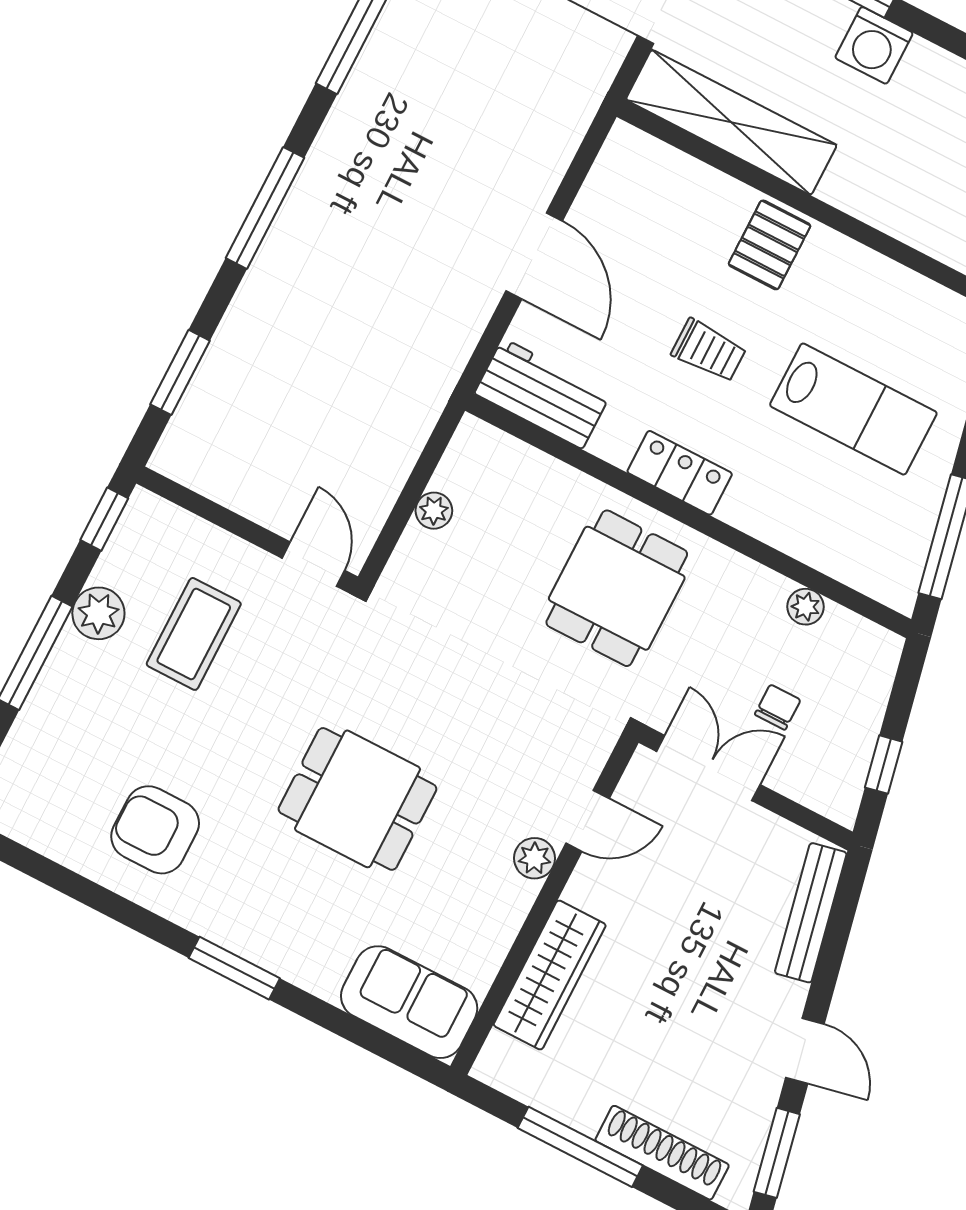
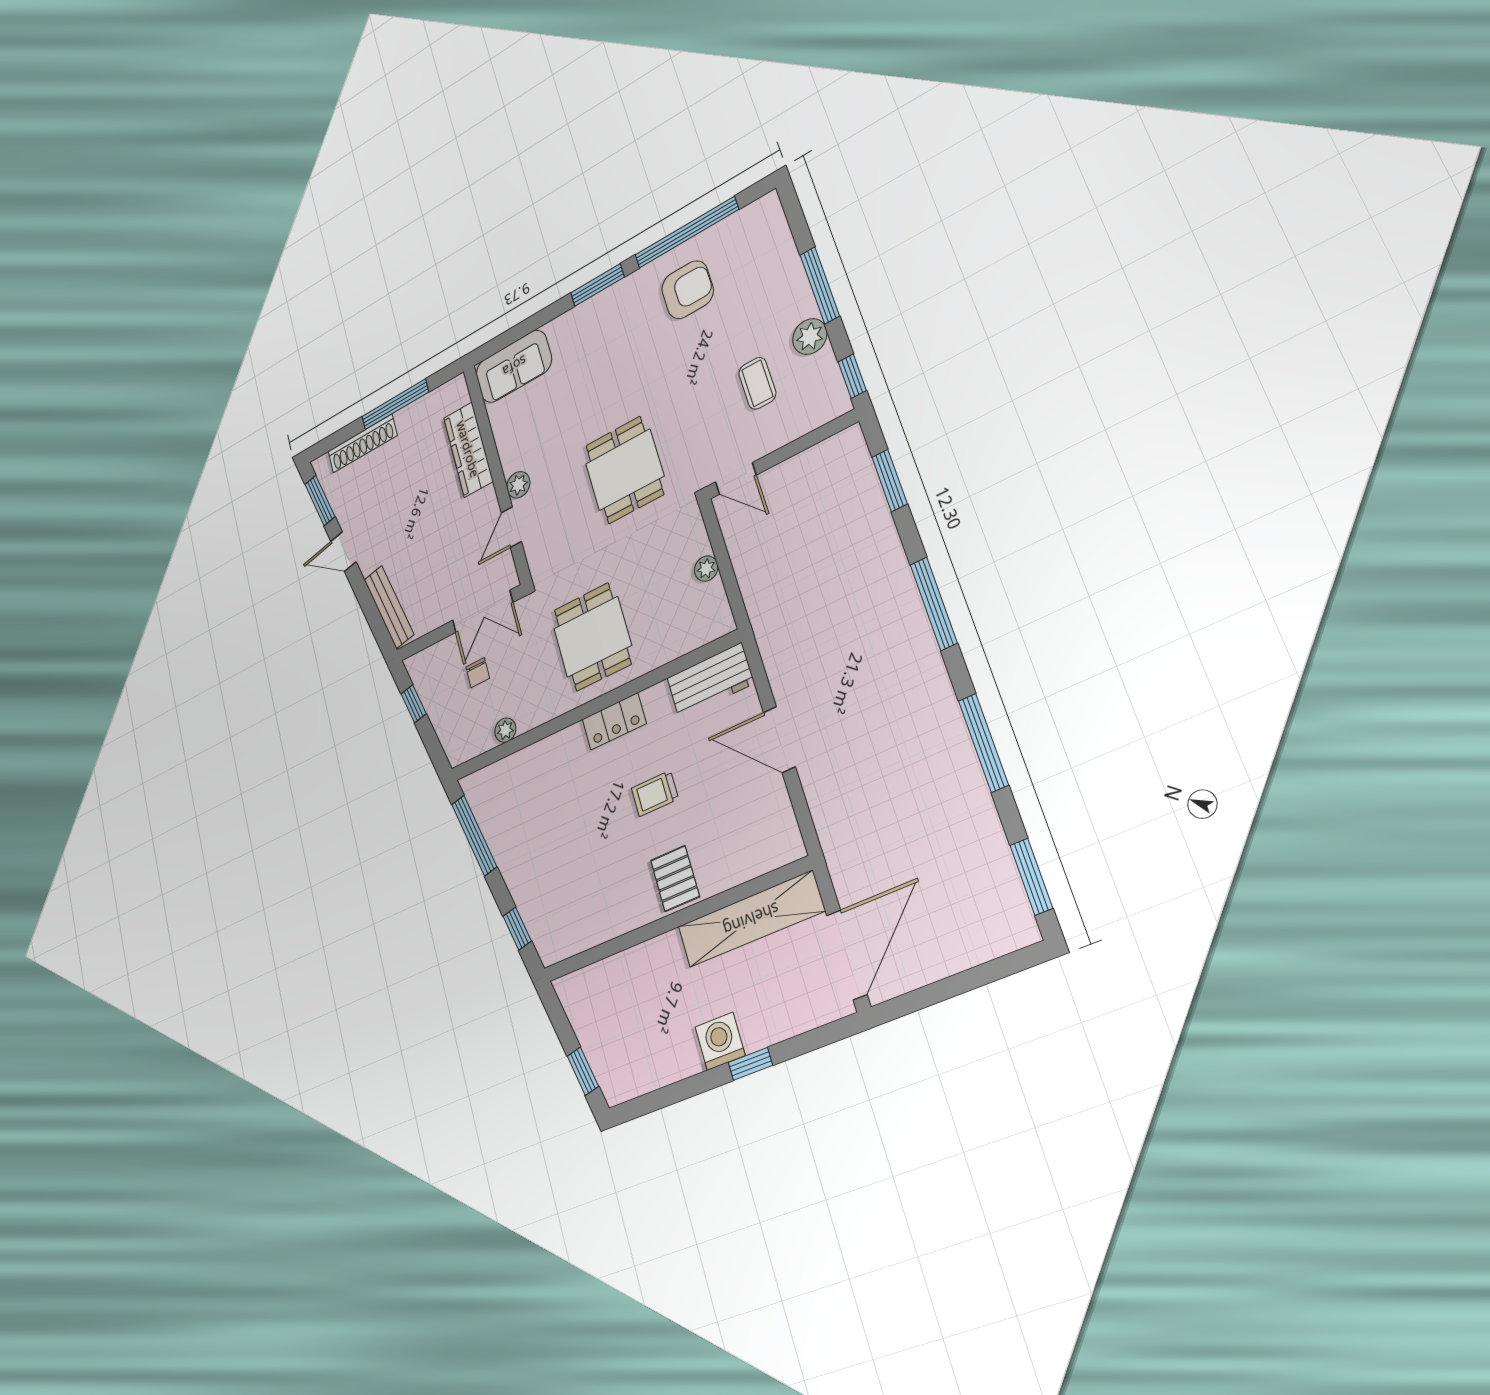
lab bench: (853, 409) -> (566, 845), removed
coffee table: (194, 634) -> (757, 383), width x0.73, depth x0.77
dining table: (357, 799) -> (625, 470), moved, turned 90
window: (92, 895) -> (687, 232), added

